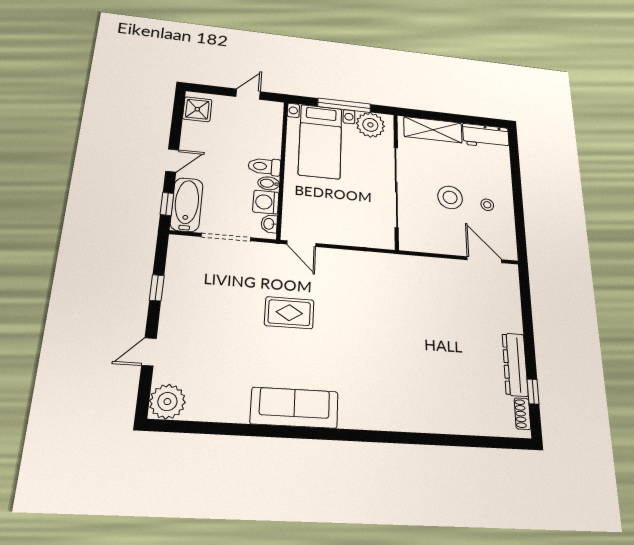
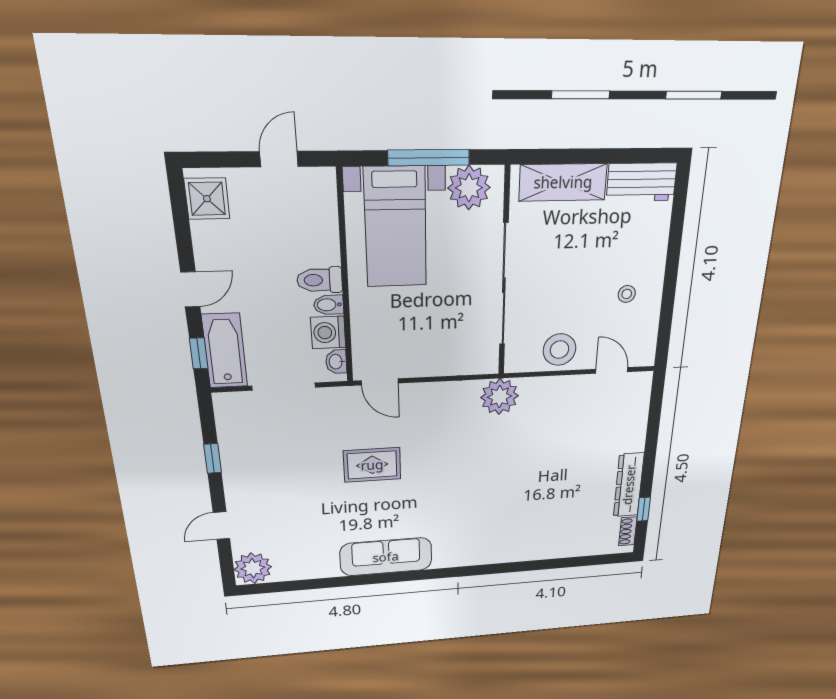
stool: (450, 197) -> (559, 350), moved
door: (484, 260) -> (612, 370), width x0.73
plant: (396, 268) -> (500, 397), added

